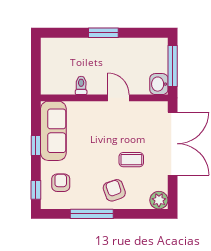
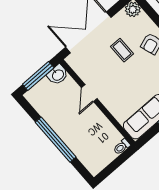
window: (103, 33) -> (56, 140), width x2.11
toilet: (81, 85) -> (122, 147), moved

